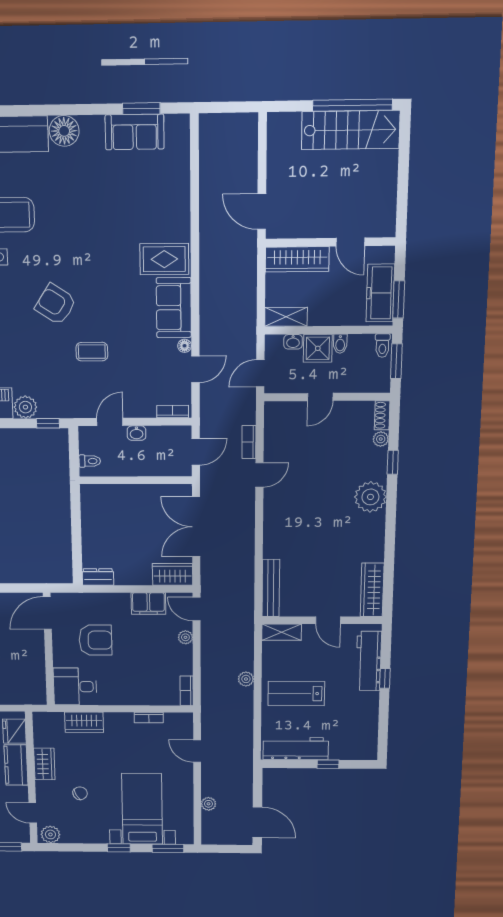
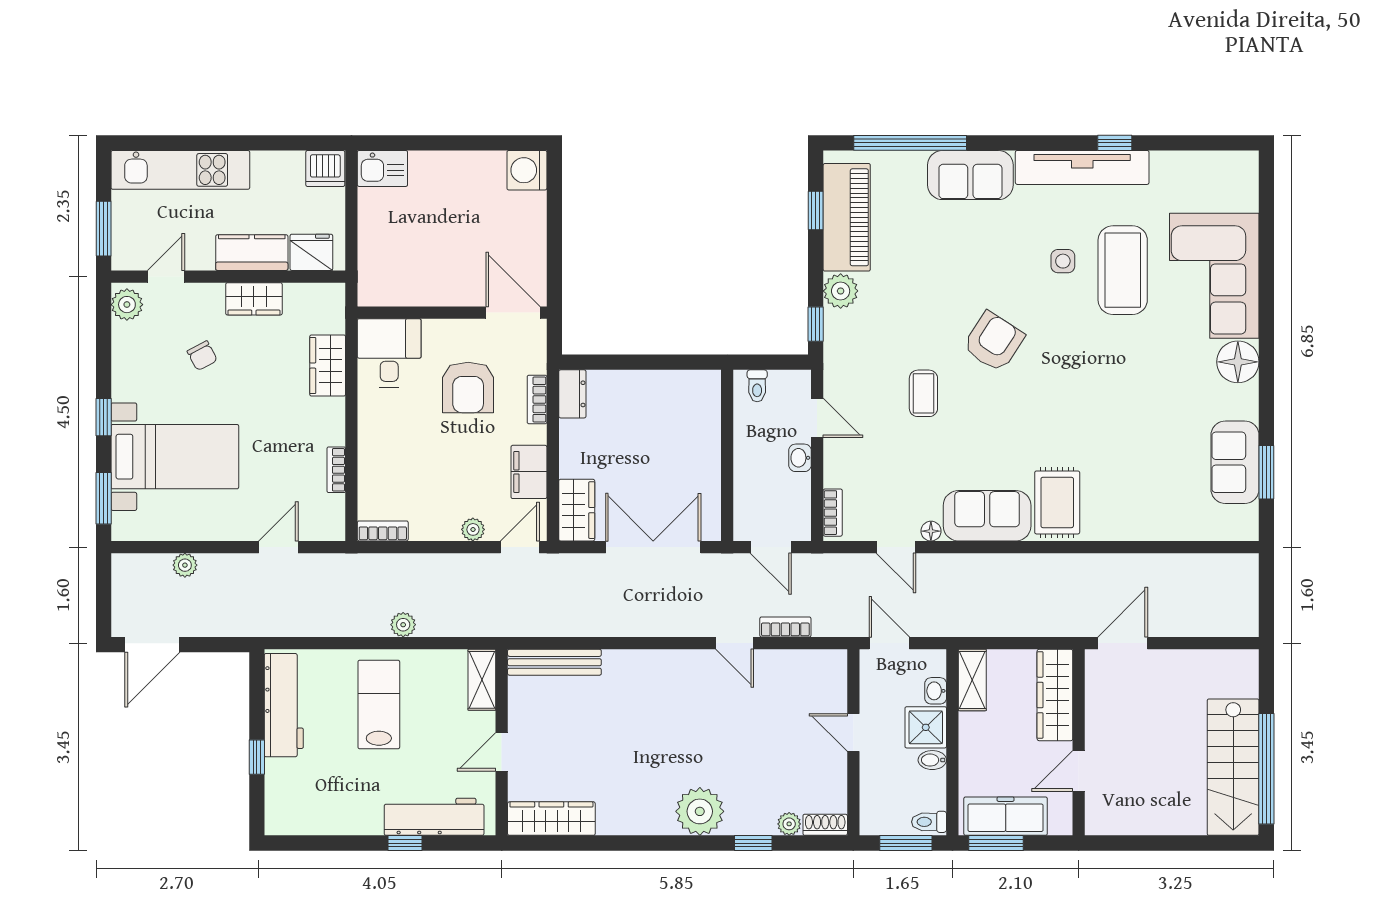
bookcase: (102, 599) -> (537, 399), added

